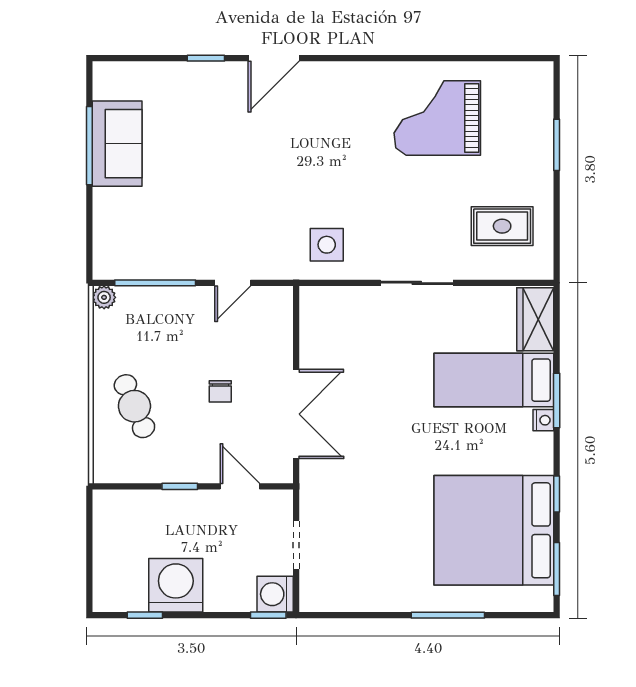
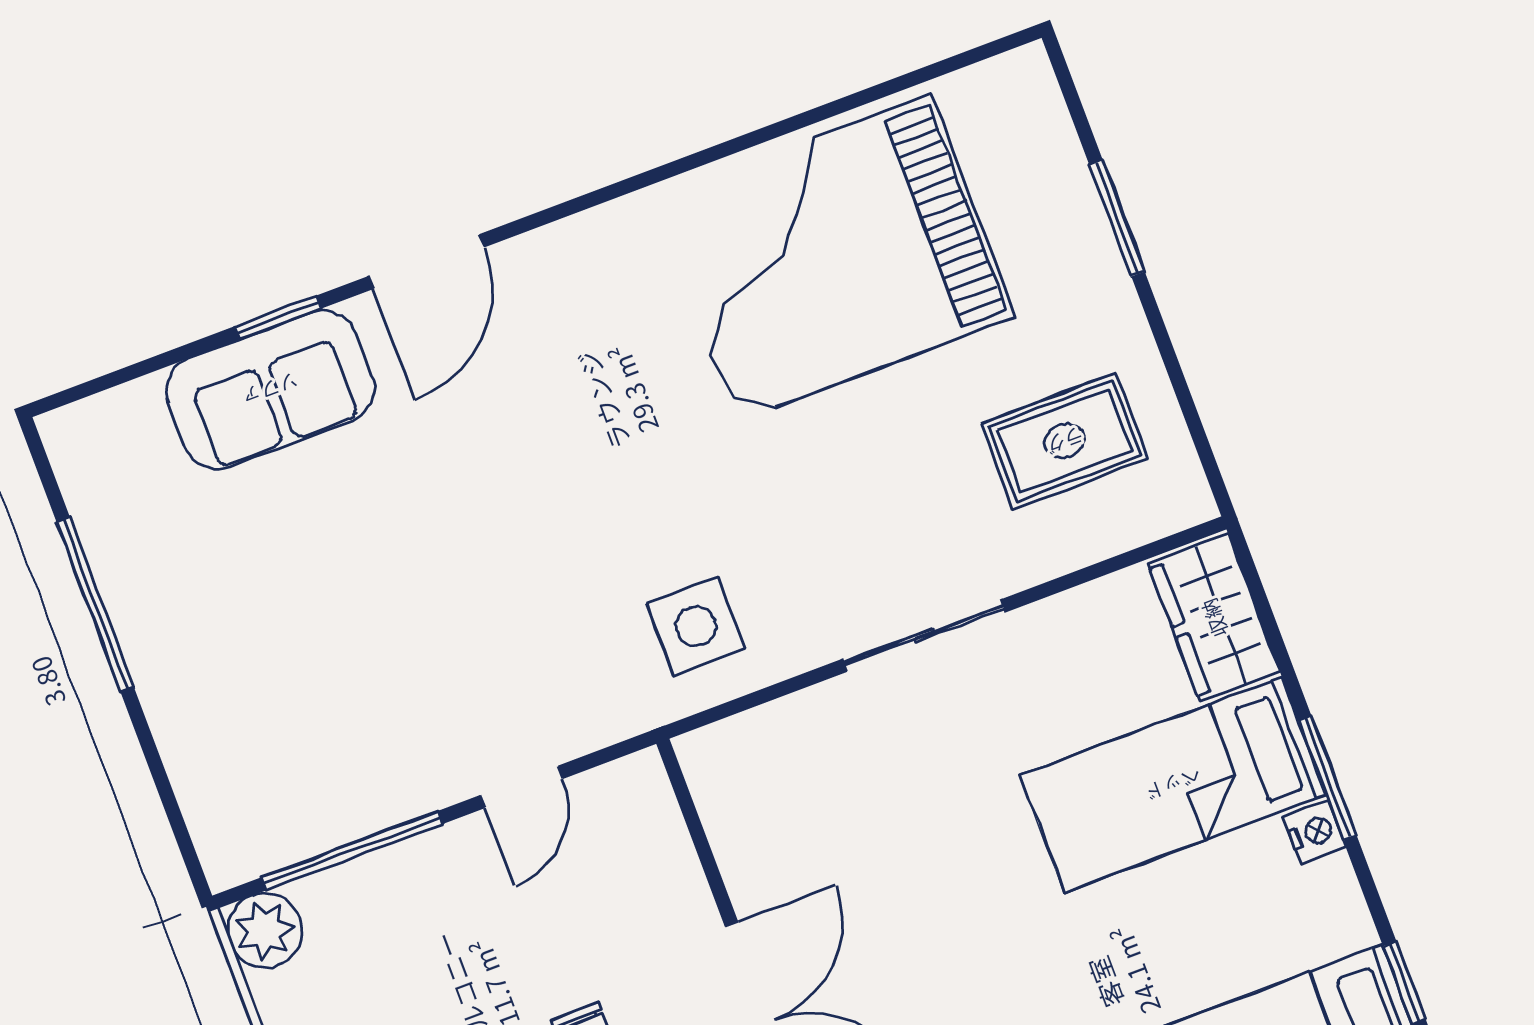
grand piano: (437, 118) -> (834, 258), width x1.37, depth x1.48
sofa: (117, 144) -> (270, 390), moved, turned 90
plant: (104, 297) -> (265, 931), width x1.38, depth x1.38

